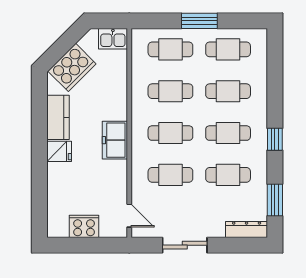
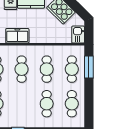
window: (199, 21) -> (89, 67), moved
cafe table: (228, 133) -> (22, 104), removed

